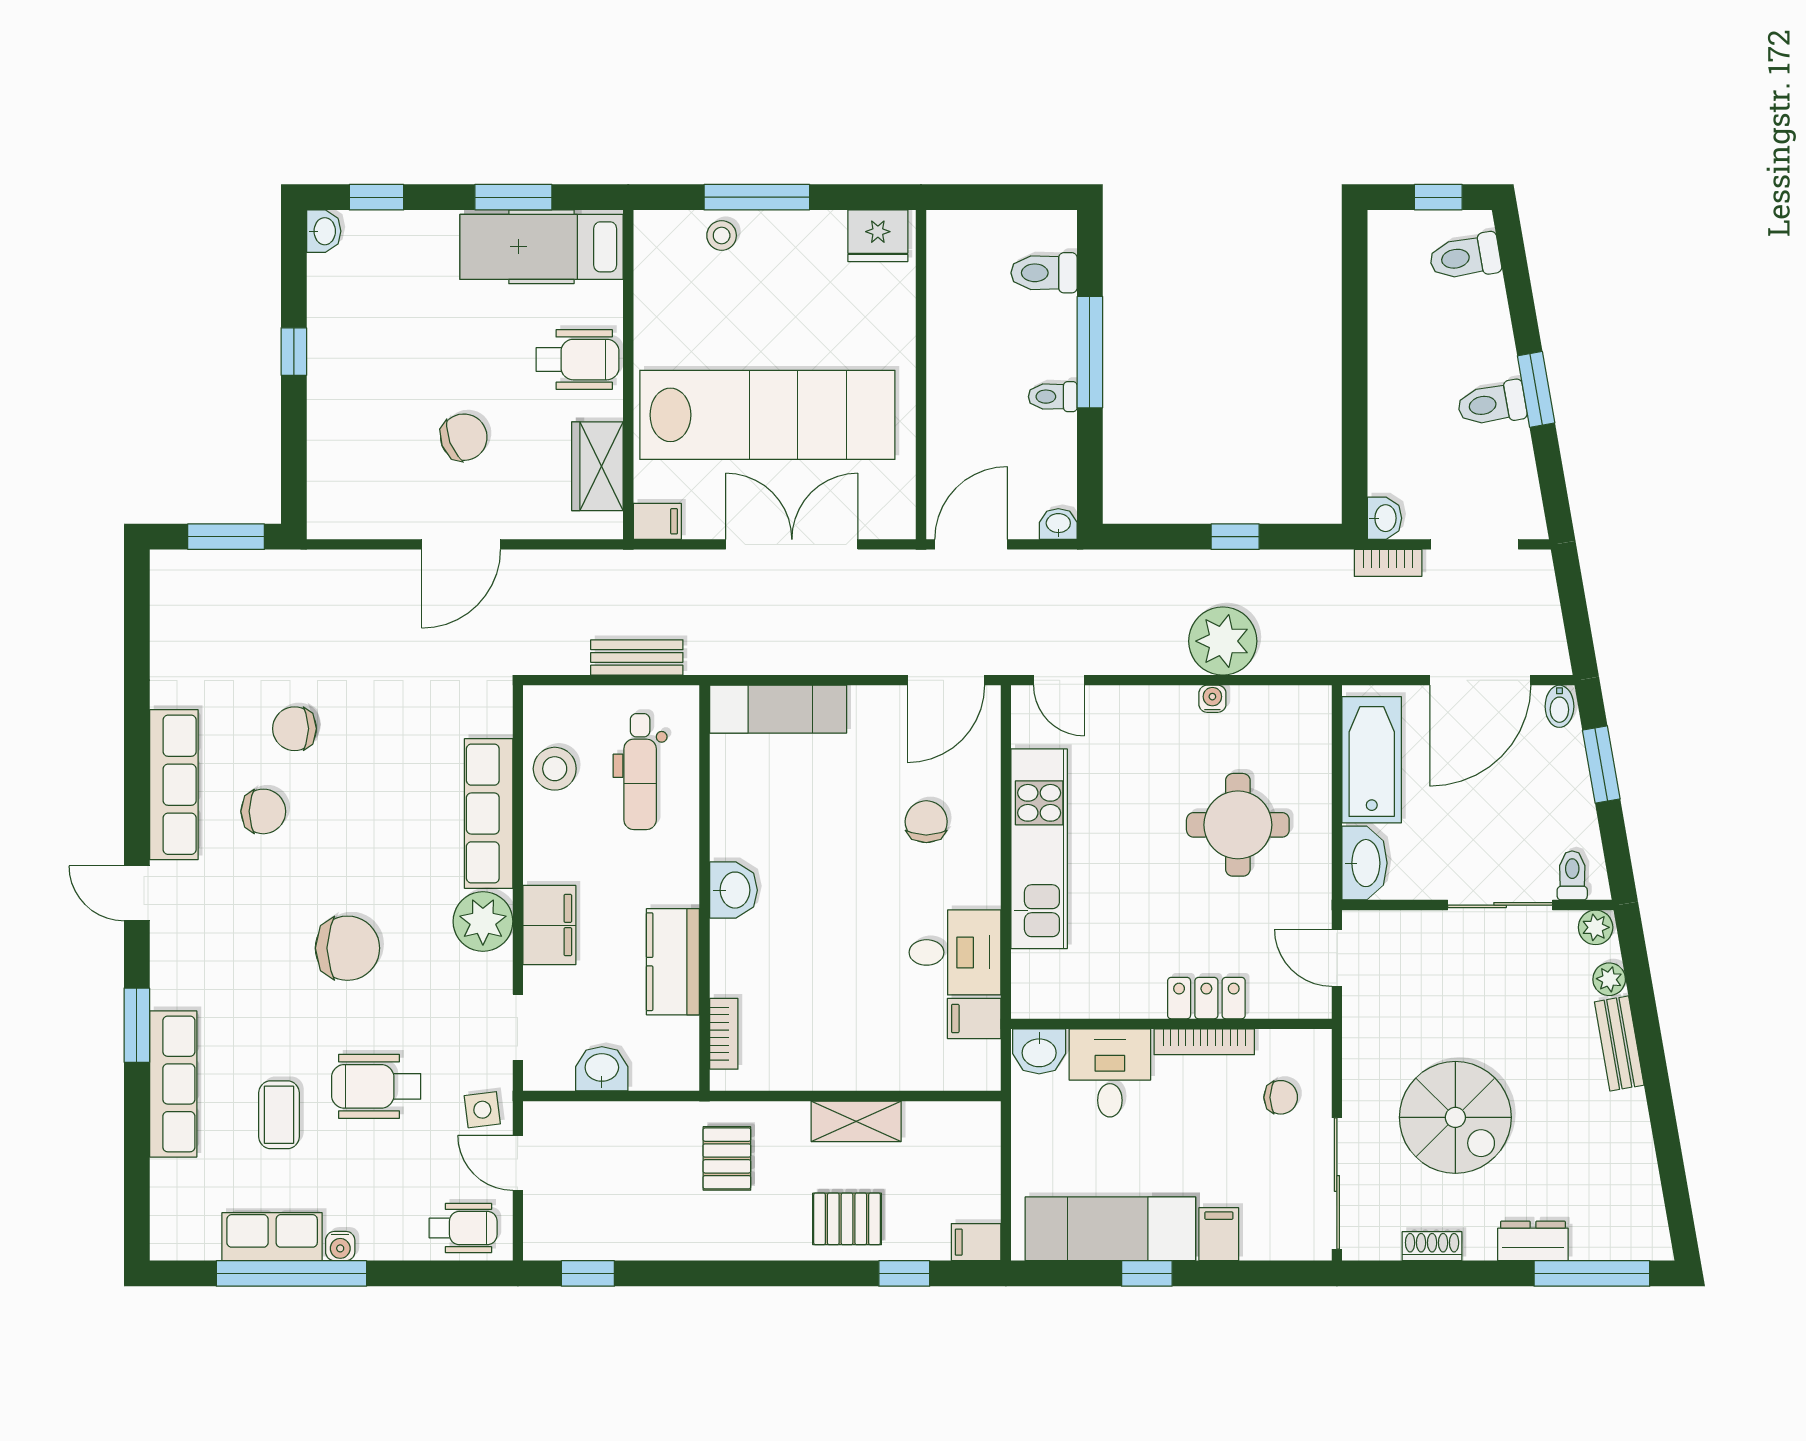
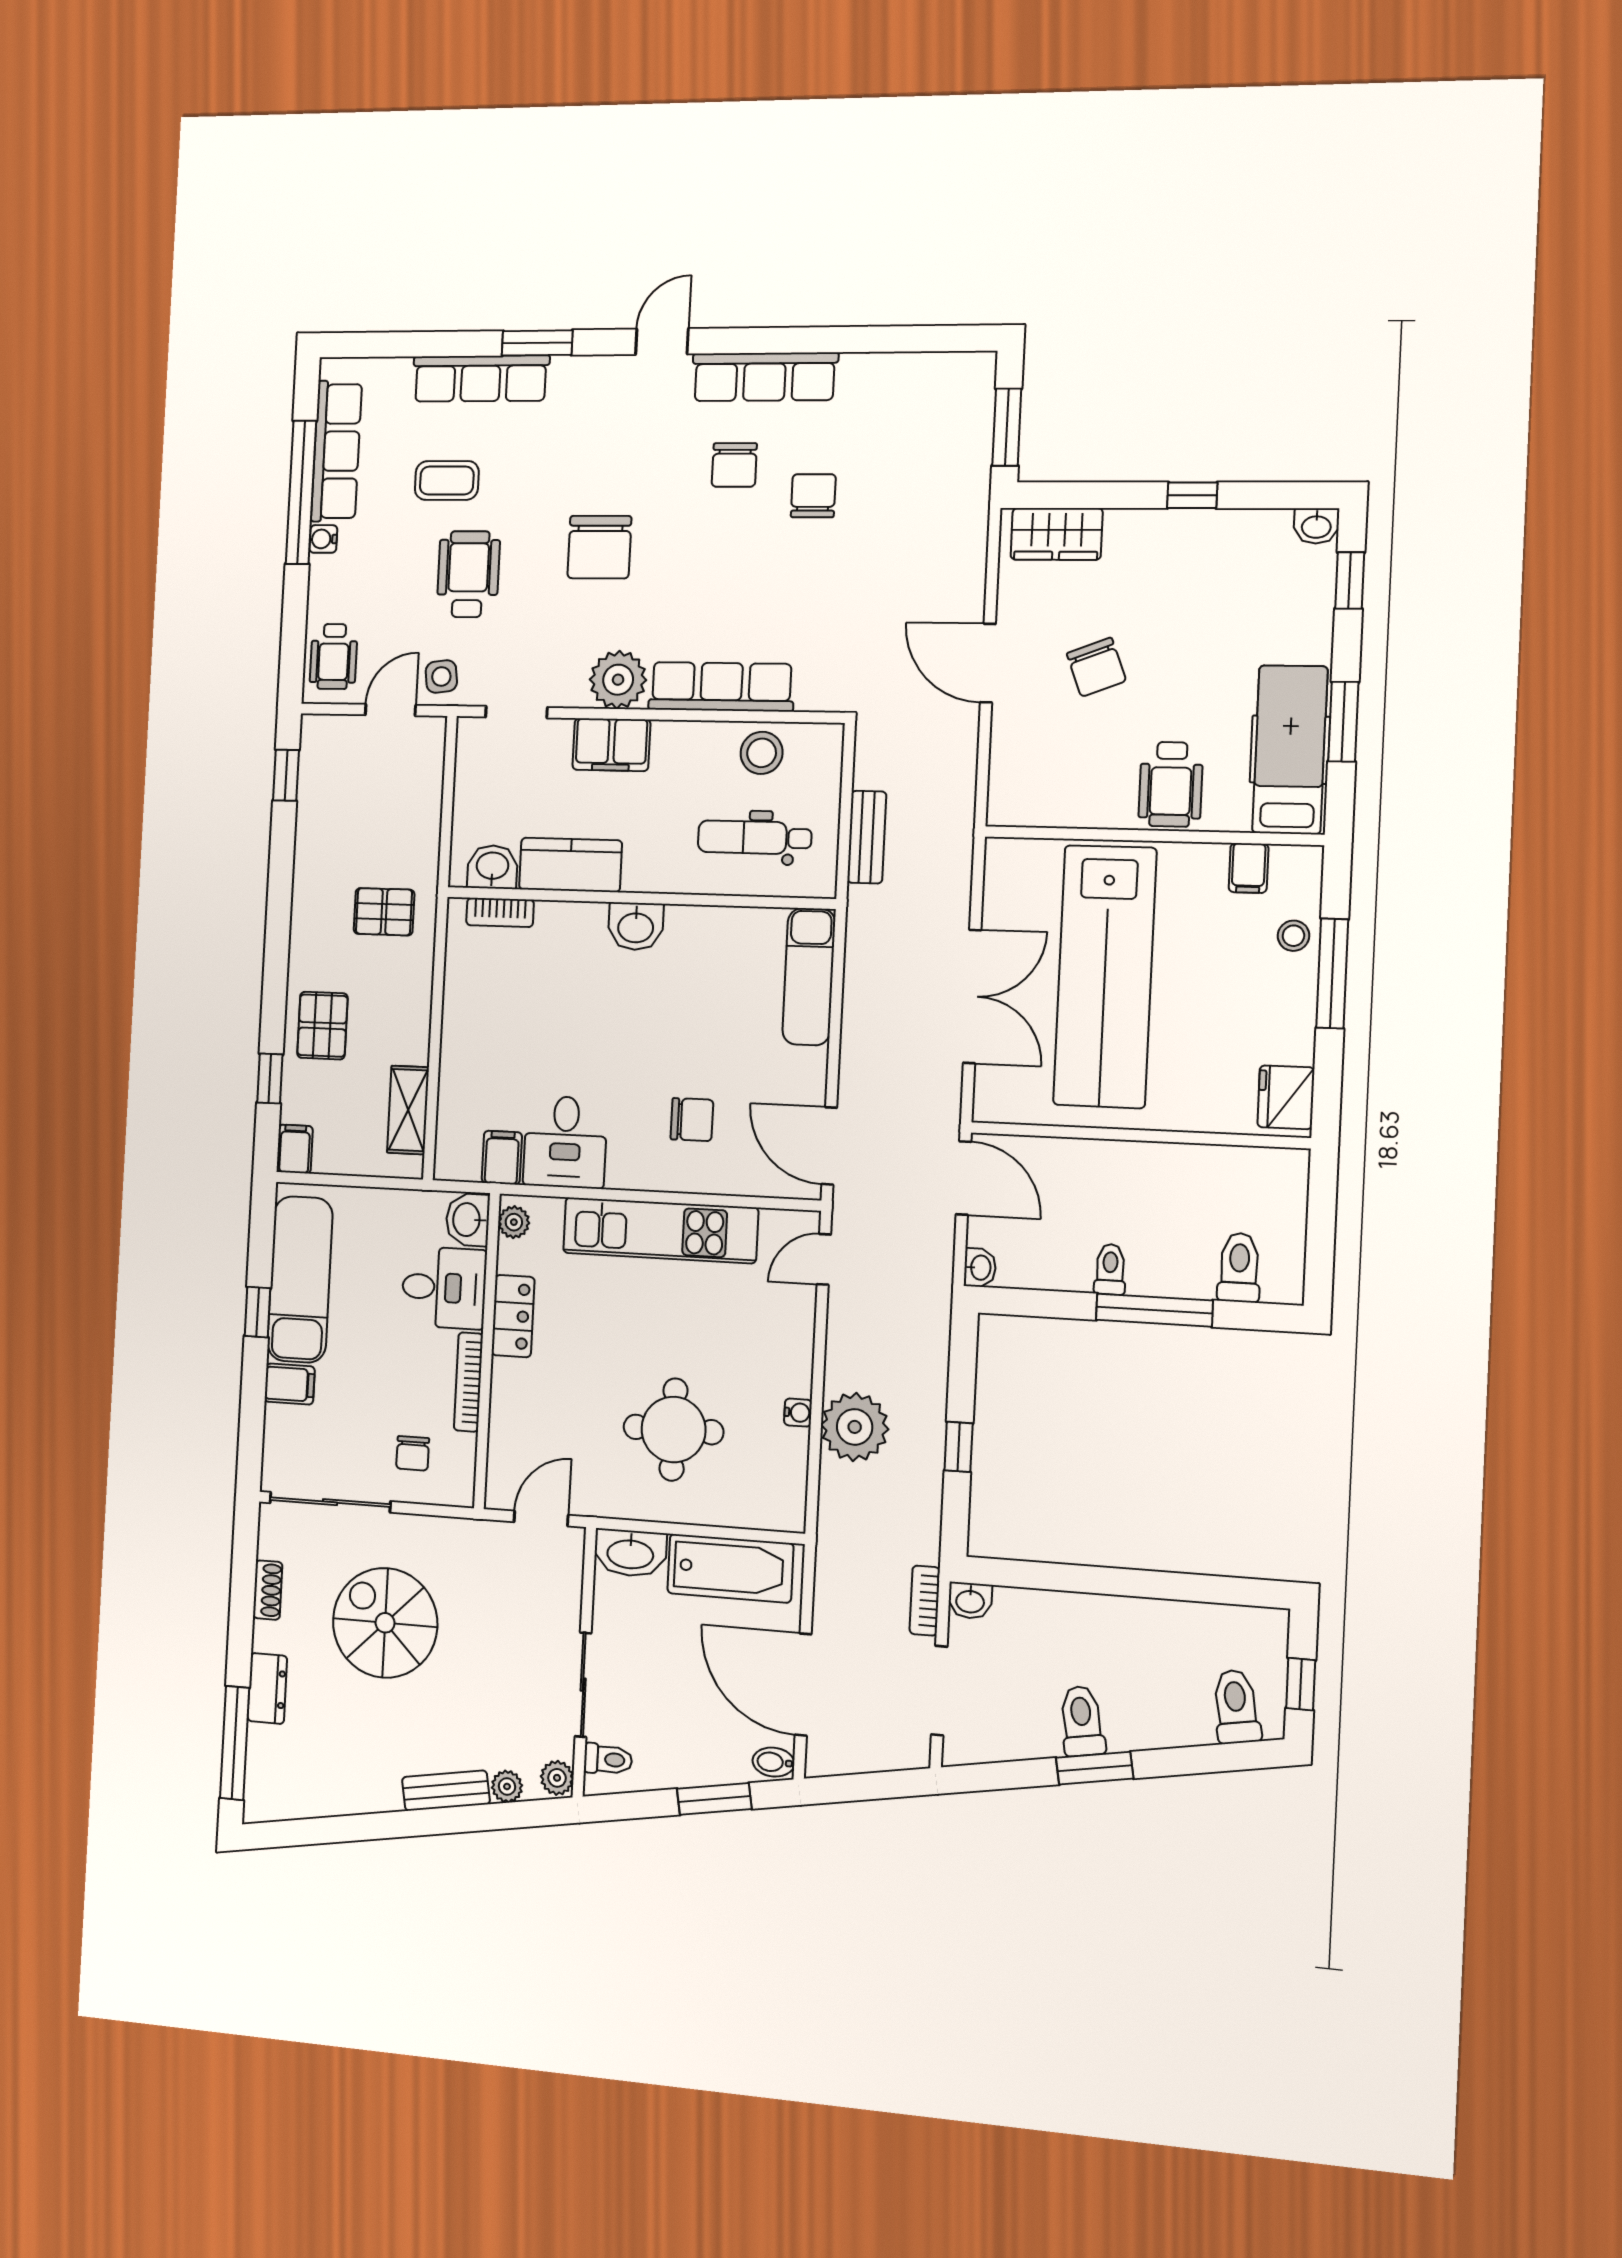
wardrobe: (597, 466) -> (1057, 534), moved, turned 180
filing cabinet: (657, 521) -> (1249, 868), moved
locker: (1206, 998) -> (513, 1316), moved
plant: (1039, 1002) -> (514, 1222), added
washbasin: (602, 1069) -> (492, 867), moved, turned -90
spiral stairs: (1455, 1117) -> (385, 1623), turned 90
shelving: (856, 1121) -> (408, 1110), moved
row of seats: (272, 1237) -> (336, 451), width x1.48

